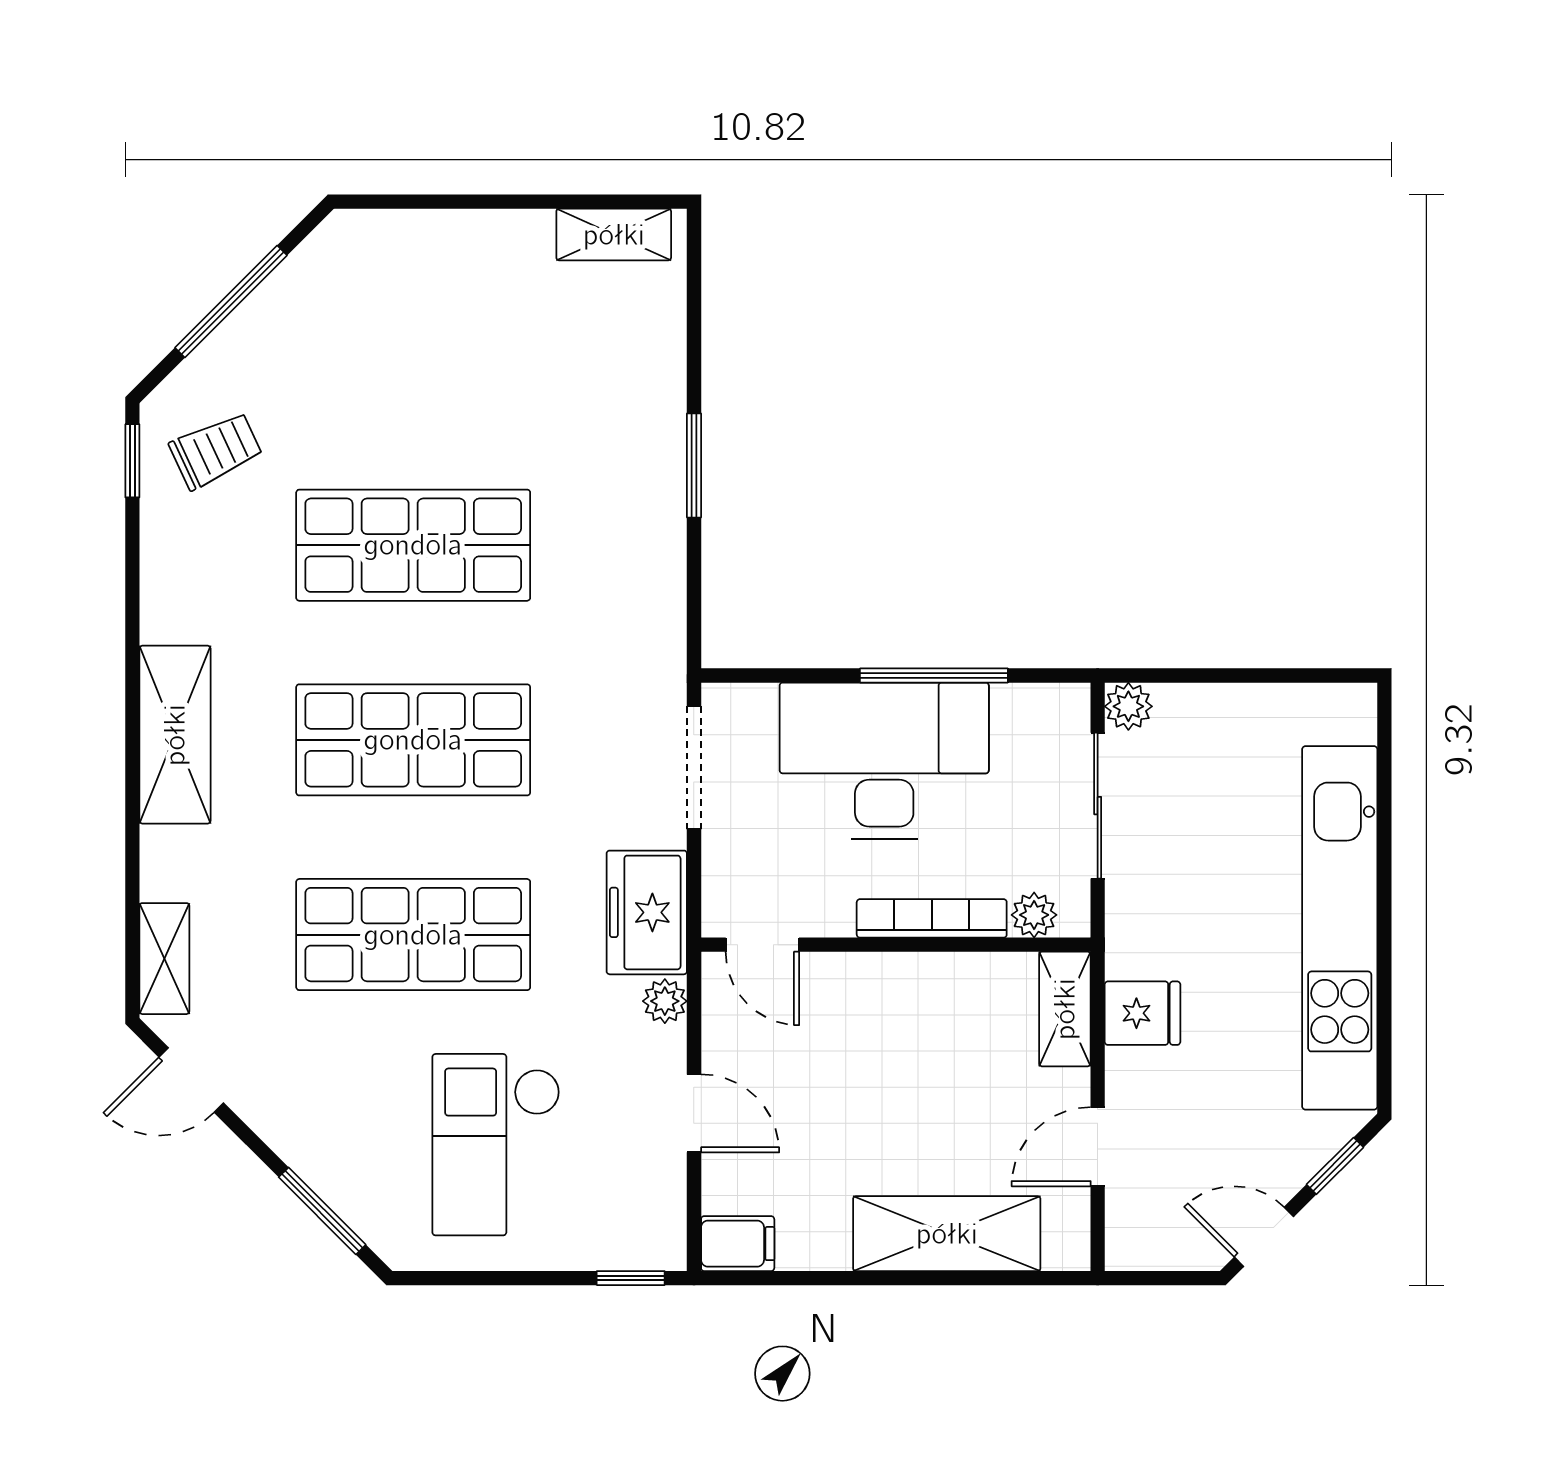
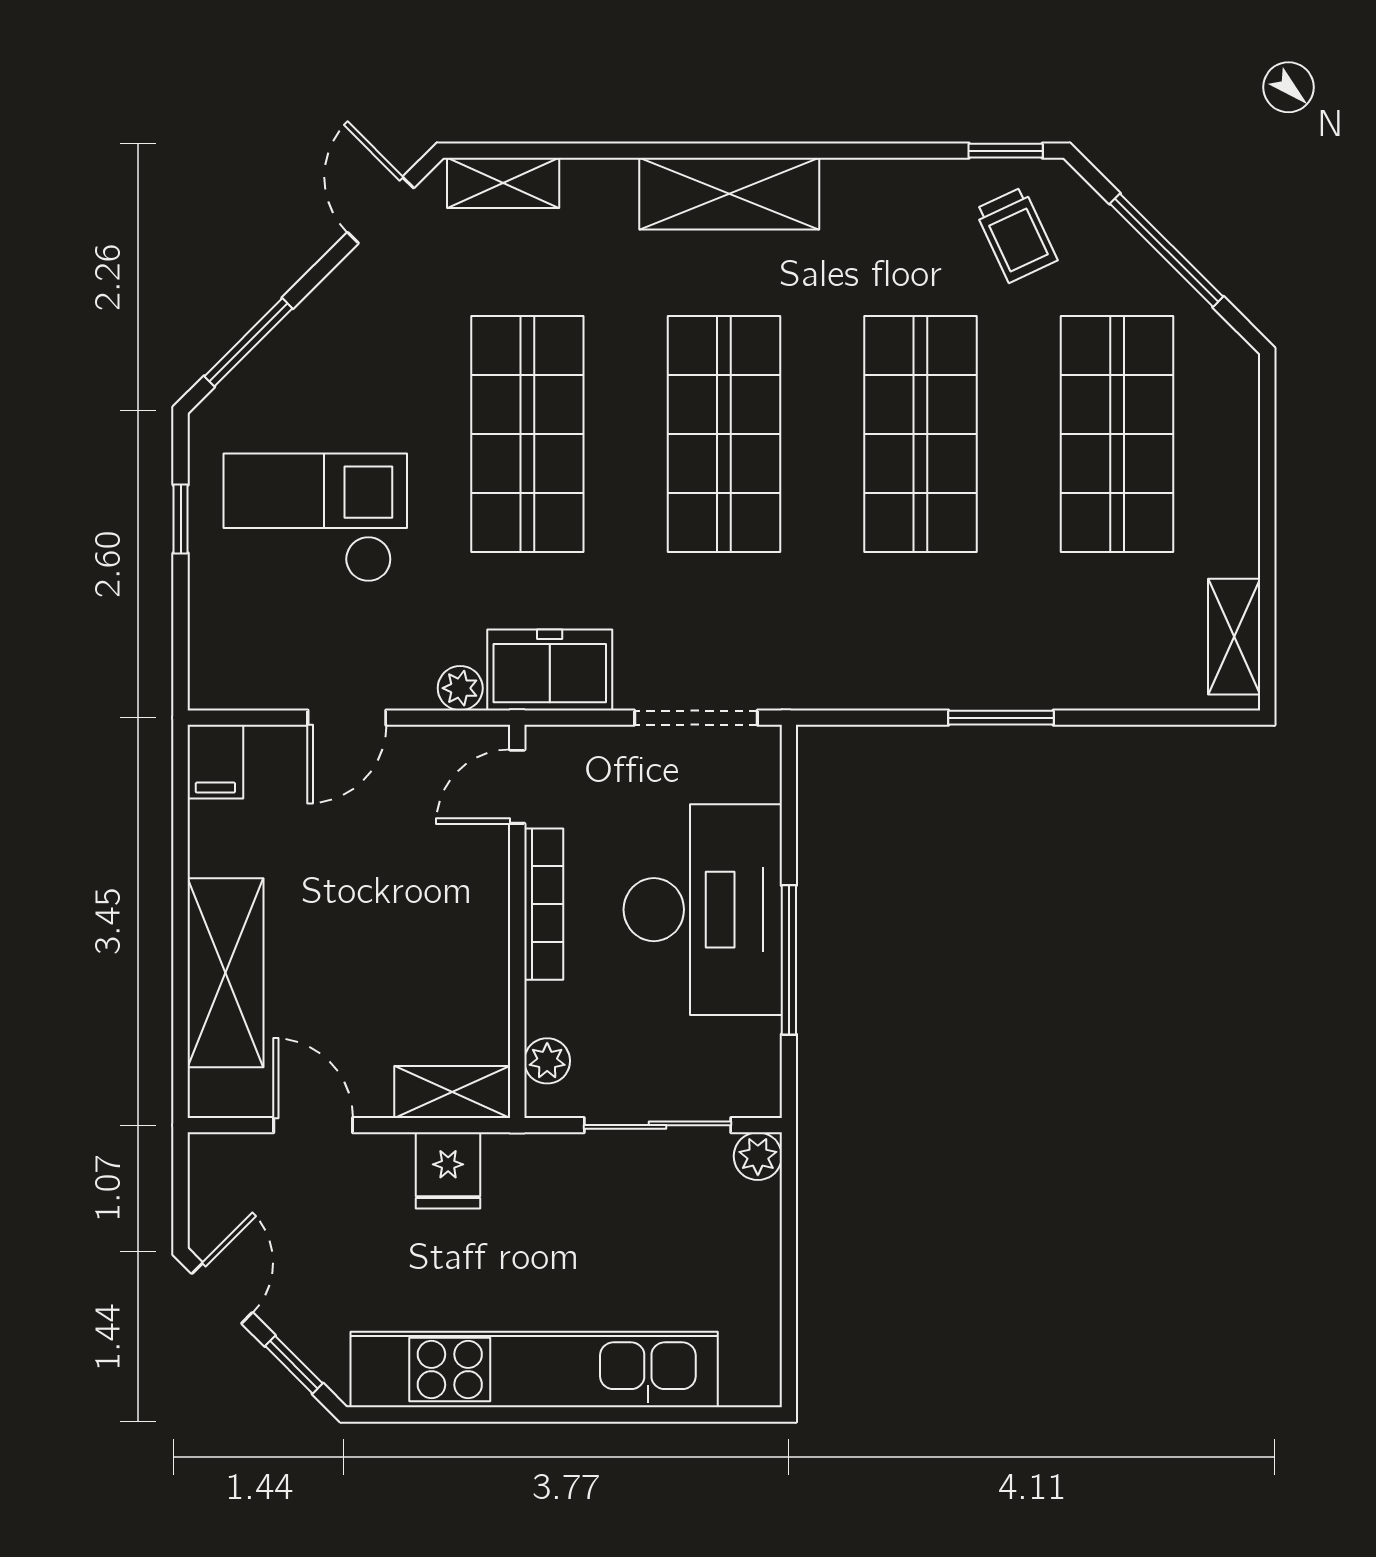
shop shelf: (413, 350) -> (1117, 434), added
bookcase: (932, 918) -> (544, 904), moved
window: (631, 1278) -> (181, 519), moved

